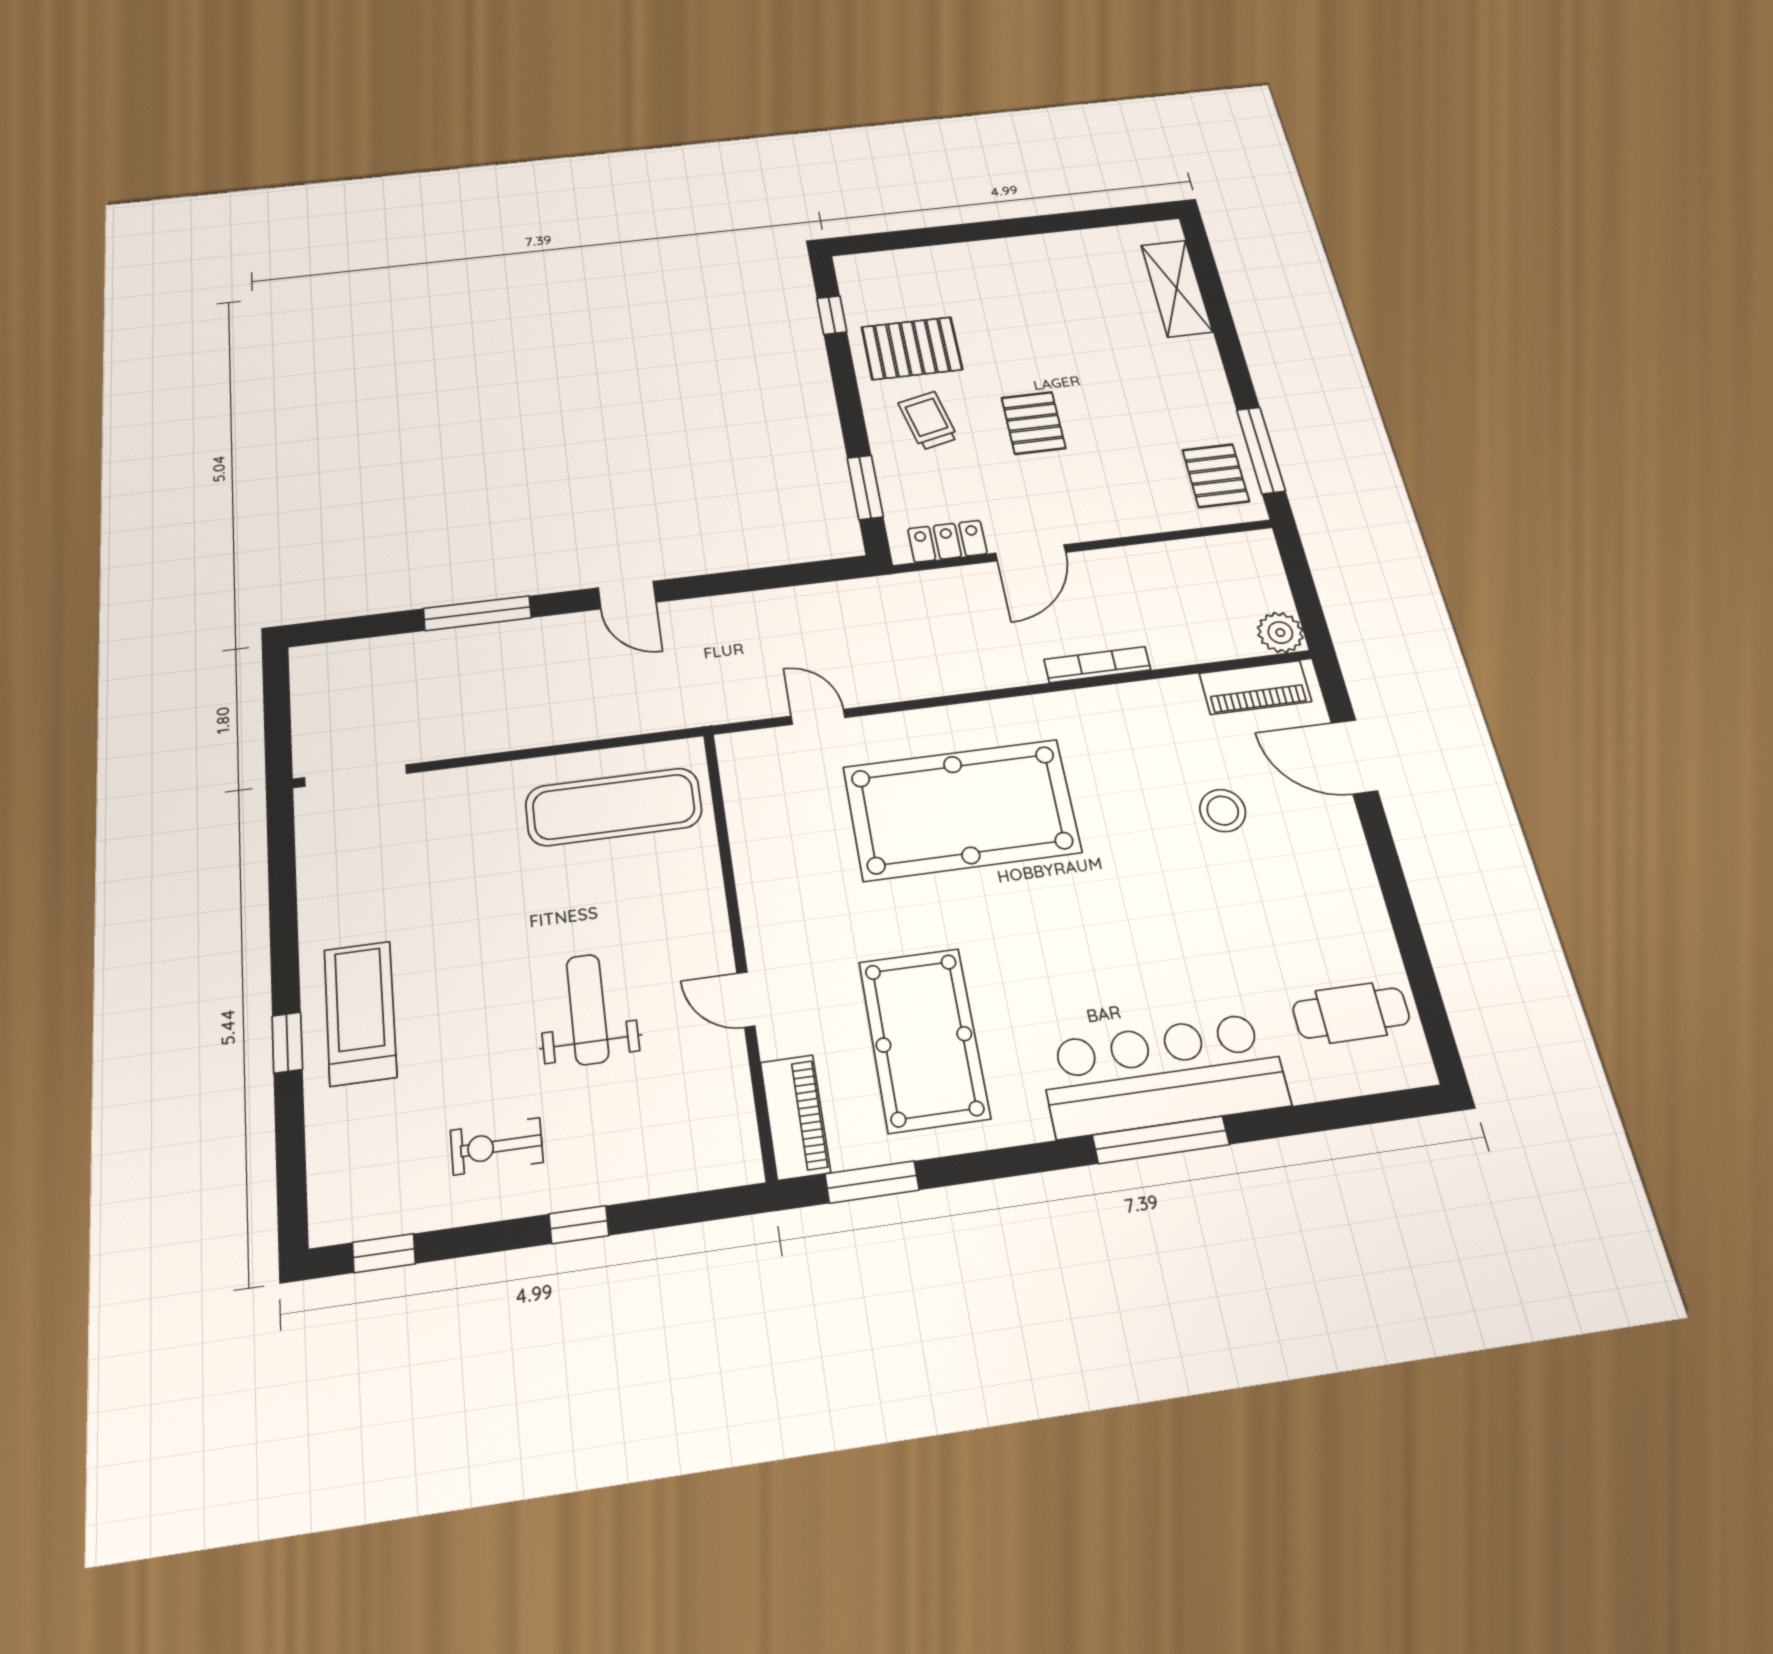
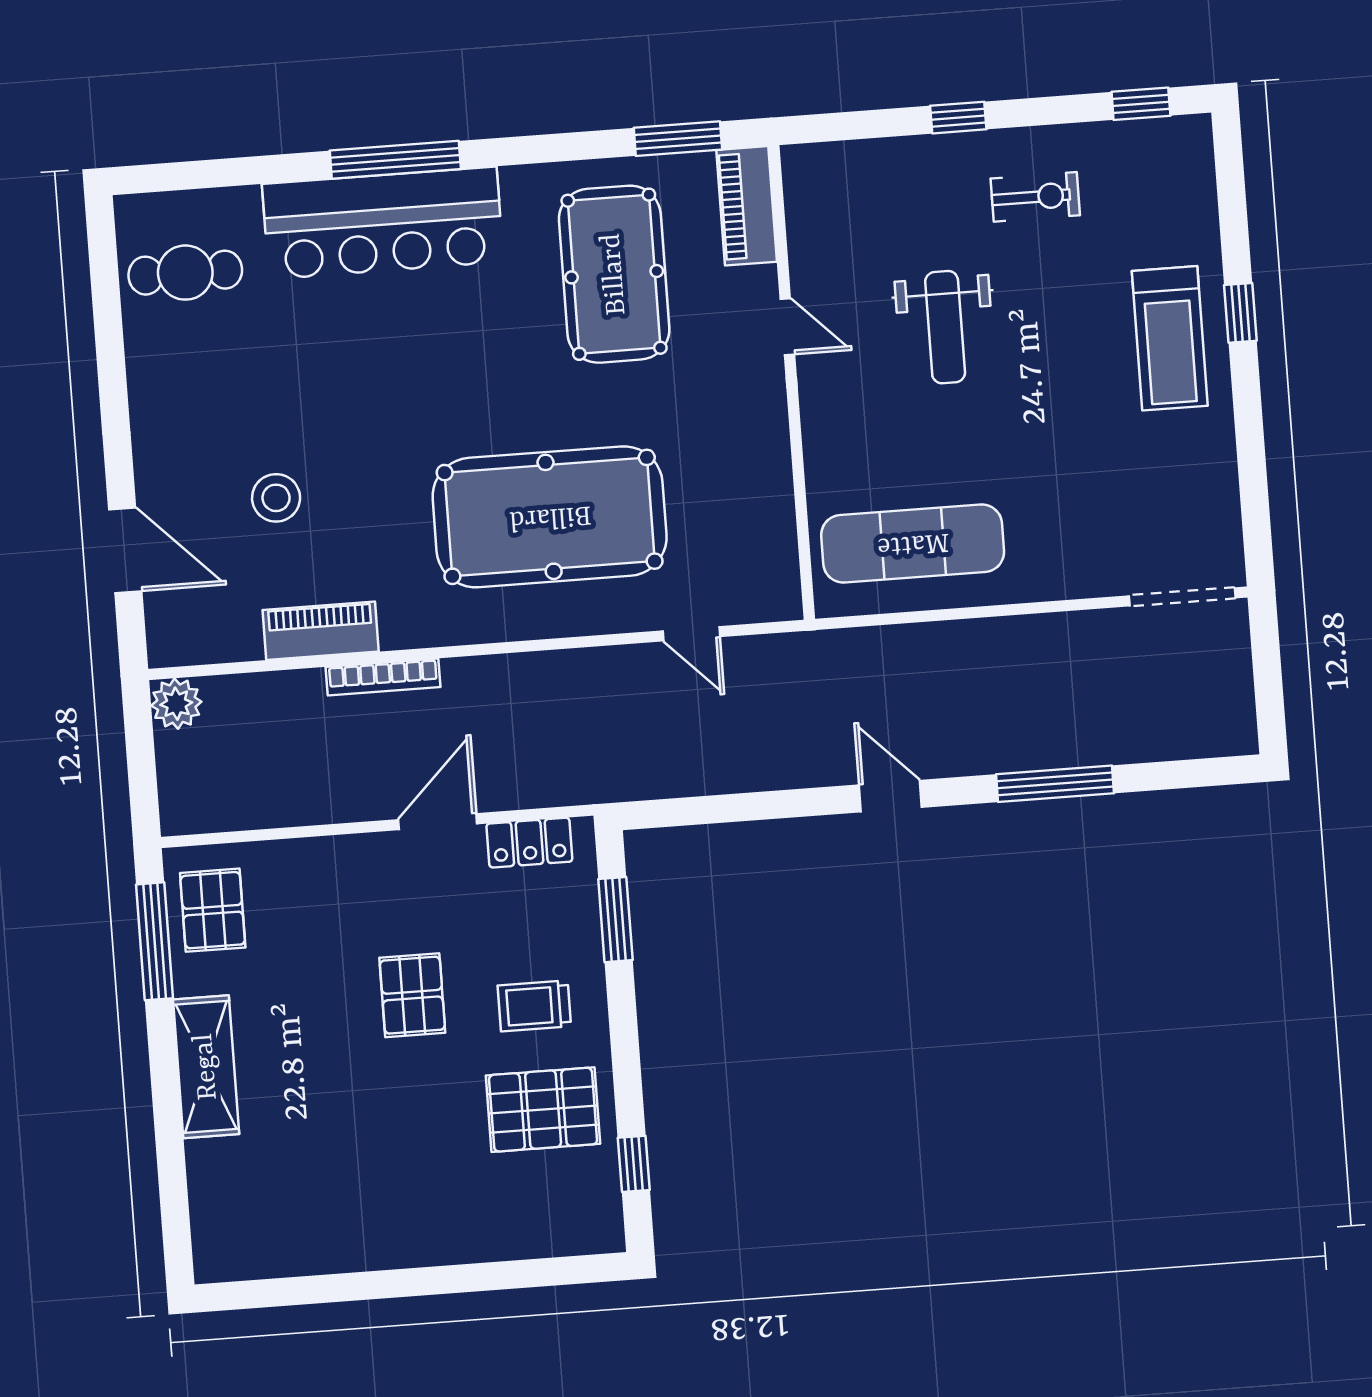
shelving: (1177, 288) -> (206, 1067), moved
trolley: (928, 421) -> (534, 1006), turned 103
piano: (1255, 687) -> (321, 631), moved

